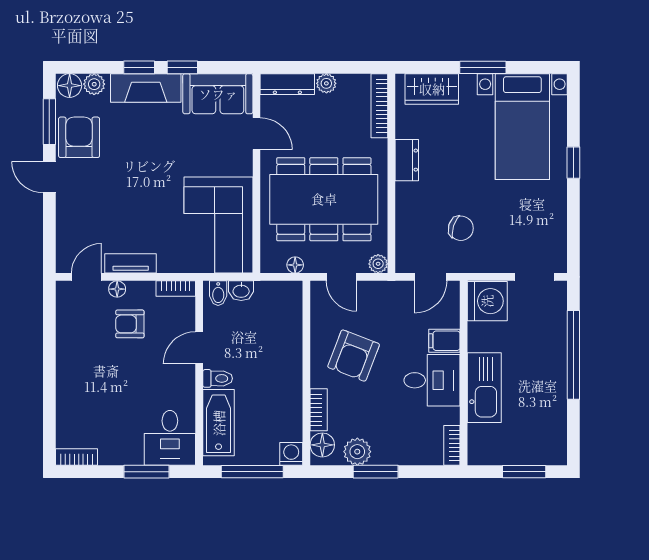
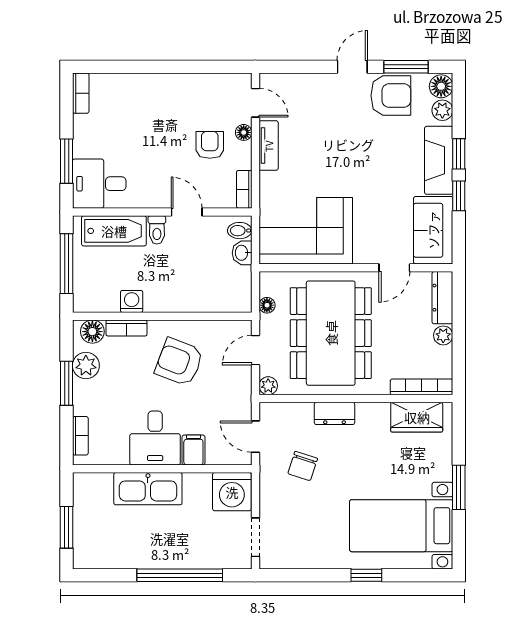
wardrobe: (432, 89) -> (417, 417), moved, turned -90
dresser: (407, 160) -> (335, 413), moved
bookcase: (452, 445) -> (80, 436), moved, turned 90
washing machine: (291, 454) -> (132, 301), moved, turned -90

